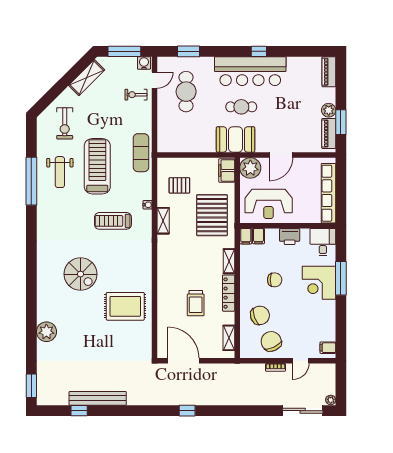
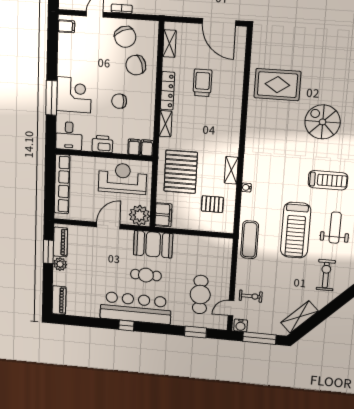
treadmill: (113, 221) -> (328, 180), moved

